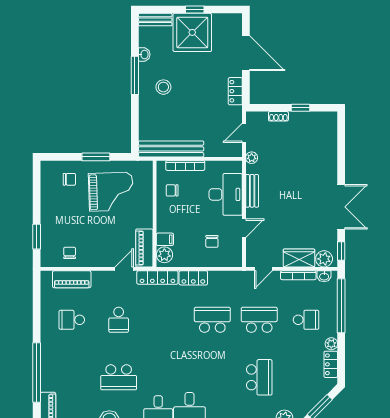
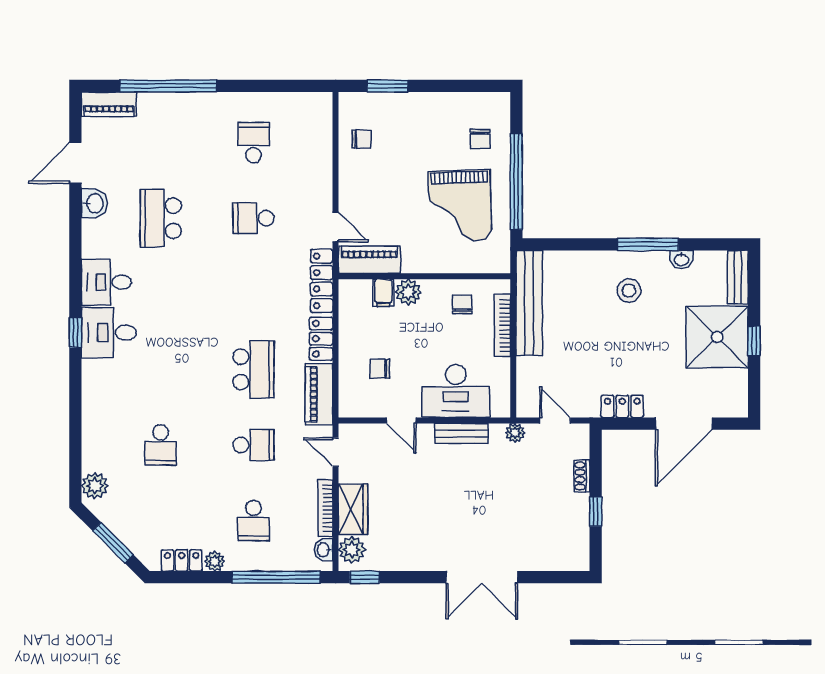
window: (96, 157) -> (516, 181), width x2.11
double door: (341, 207) -> (482, 577), moved
plant: (164, 255) -> (408, 292), moved
piano: (72, 279) -> (319, 394), moved
school desk: (259, 320) -> (253, 445), width x0.54
school desk: (259, 377) -> (161, 445), width x0.54

